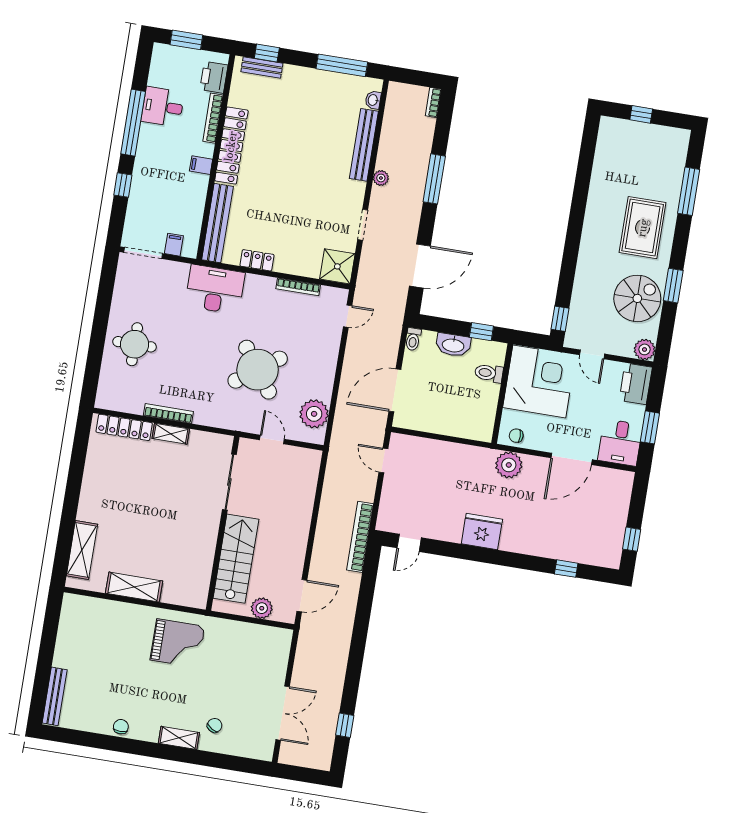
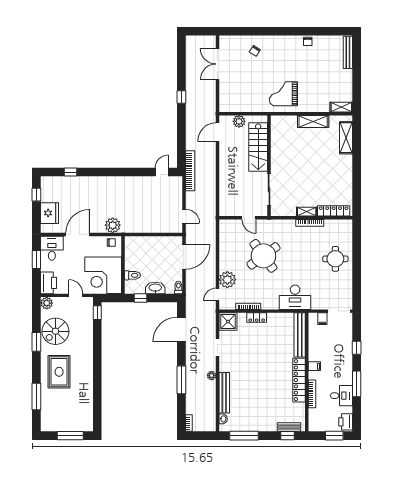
printer: (214, 77) -> (346, 422), moved, turned 180
window: (641, 114) -> (70, 436), width x2.17
window: (133, 123) -> (357, 384), width x0.68
locker: (257, 260) -> (257, 318), moved
plant: (314, 414) -> (227, 280), moved
fridge: (482, 532) -> (49, 213), moved, turned -90
window: (345, 725) -> (181, 97), moved
shelving: (179, 738) -> (341, 107), moved

